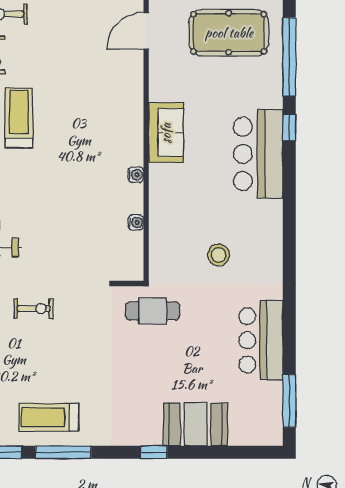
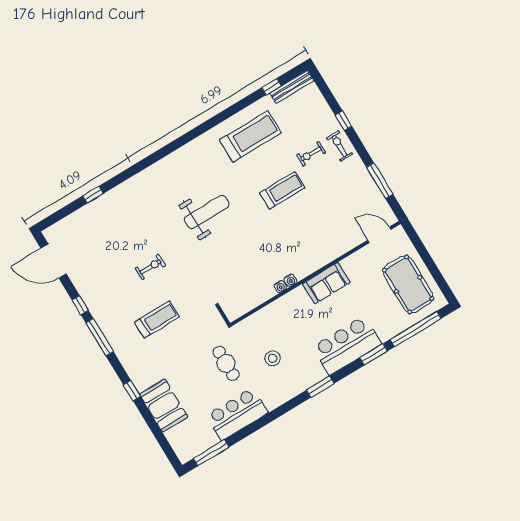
window: (289, 127) -> (374, 354), width x1.50
window: (289, 218) -> (320, 387), added
water cooler: (136, 222) -> (280, 286), moved
exercise bike: (34, 309) -> (150, 267), moved, turned -90
cafe table: (153, 311) -> (226, 363), moved
treadmill: (49, 417) -> (157, 319), moved, turned 90

